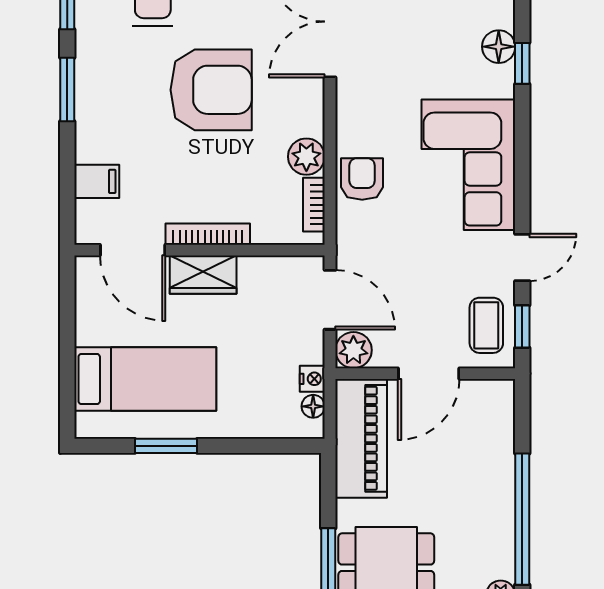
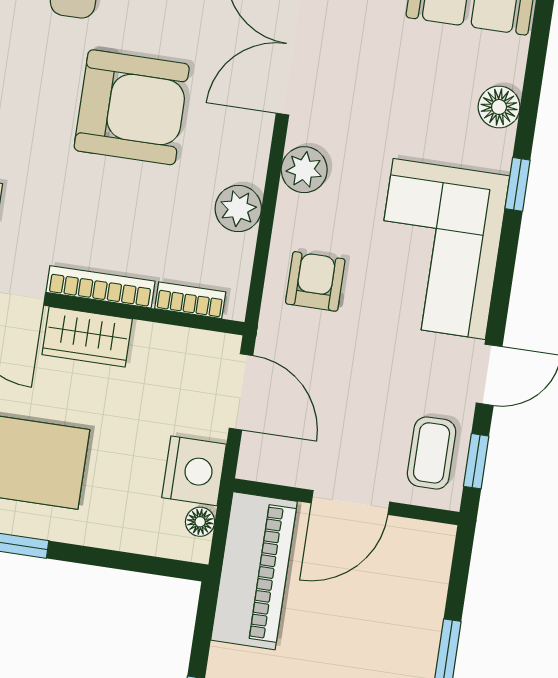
window: (522, 63) -> (518, 184), moved
armchair: (362, 179) -> (315, 281), moved
bookcase: (314, 205) -> (190, 300), moved, turned 90
plant: (353, 350) -> (304, 170), moved
nightstand: (312, 379) -> (194, 471), width x1.89, depth x1.79

